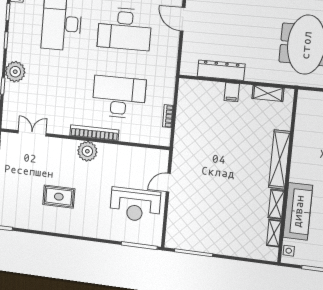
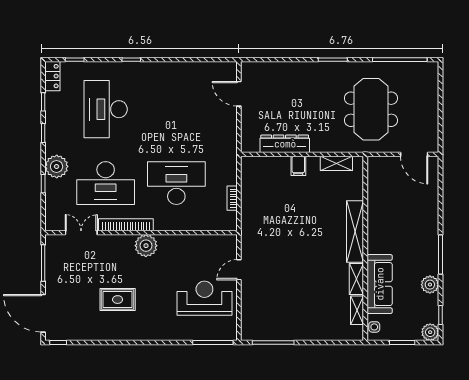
desk: (124, 29) -> (106, 183), moved
bookcase: (94, 133) -> (126, 225), moved
reception desk: (135, 205) -> (204, 298), turned 180

